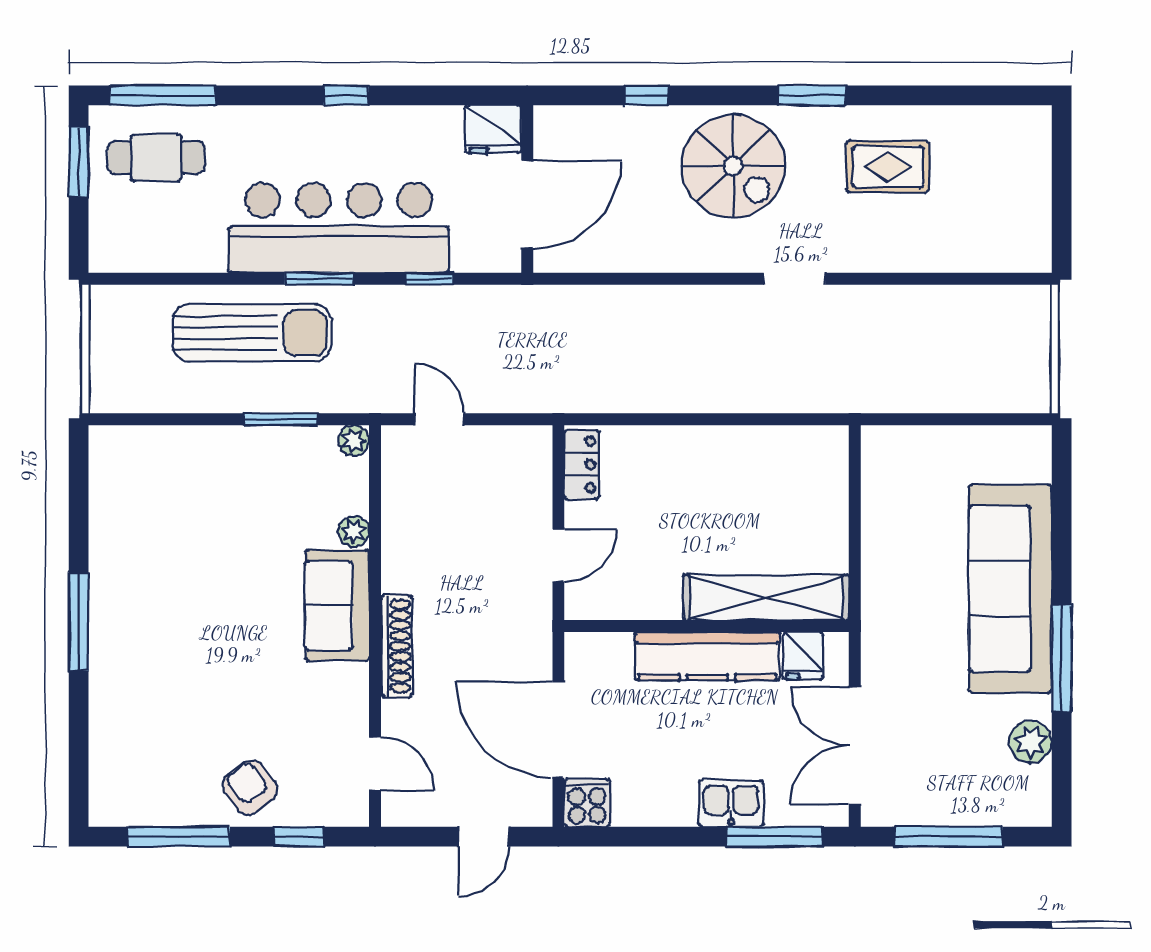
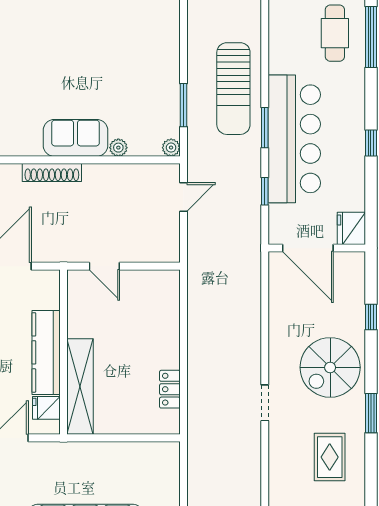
locker: (582, 465) -> (170, 389), moved, turned 90

